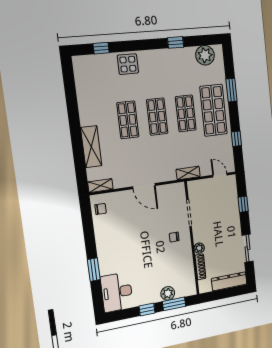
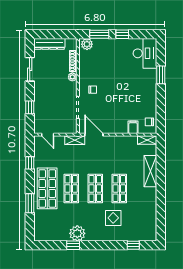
plant: (205, 55) -> (77, 233), moved
display table: (128, 64) -> (113, 218), moved
door: (144, 186) -> (94, 135), moved
filing cabinet: (120, 199) -> (133, 127), added
plant: (168, 293) -> (87, 44), moved

